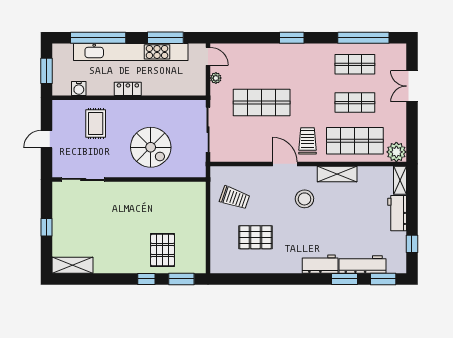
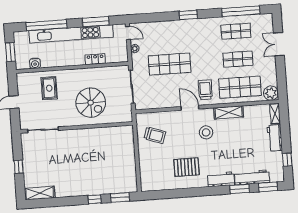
locker: (128, 89) -> (95, 59), moved
pallet: (255, 237) -> (187, 167), moved
pallet: (163, 250) -> (105, 177), removed

